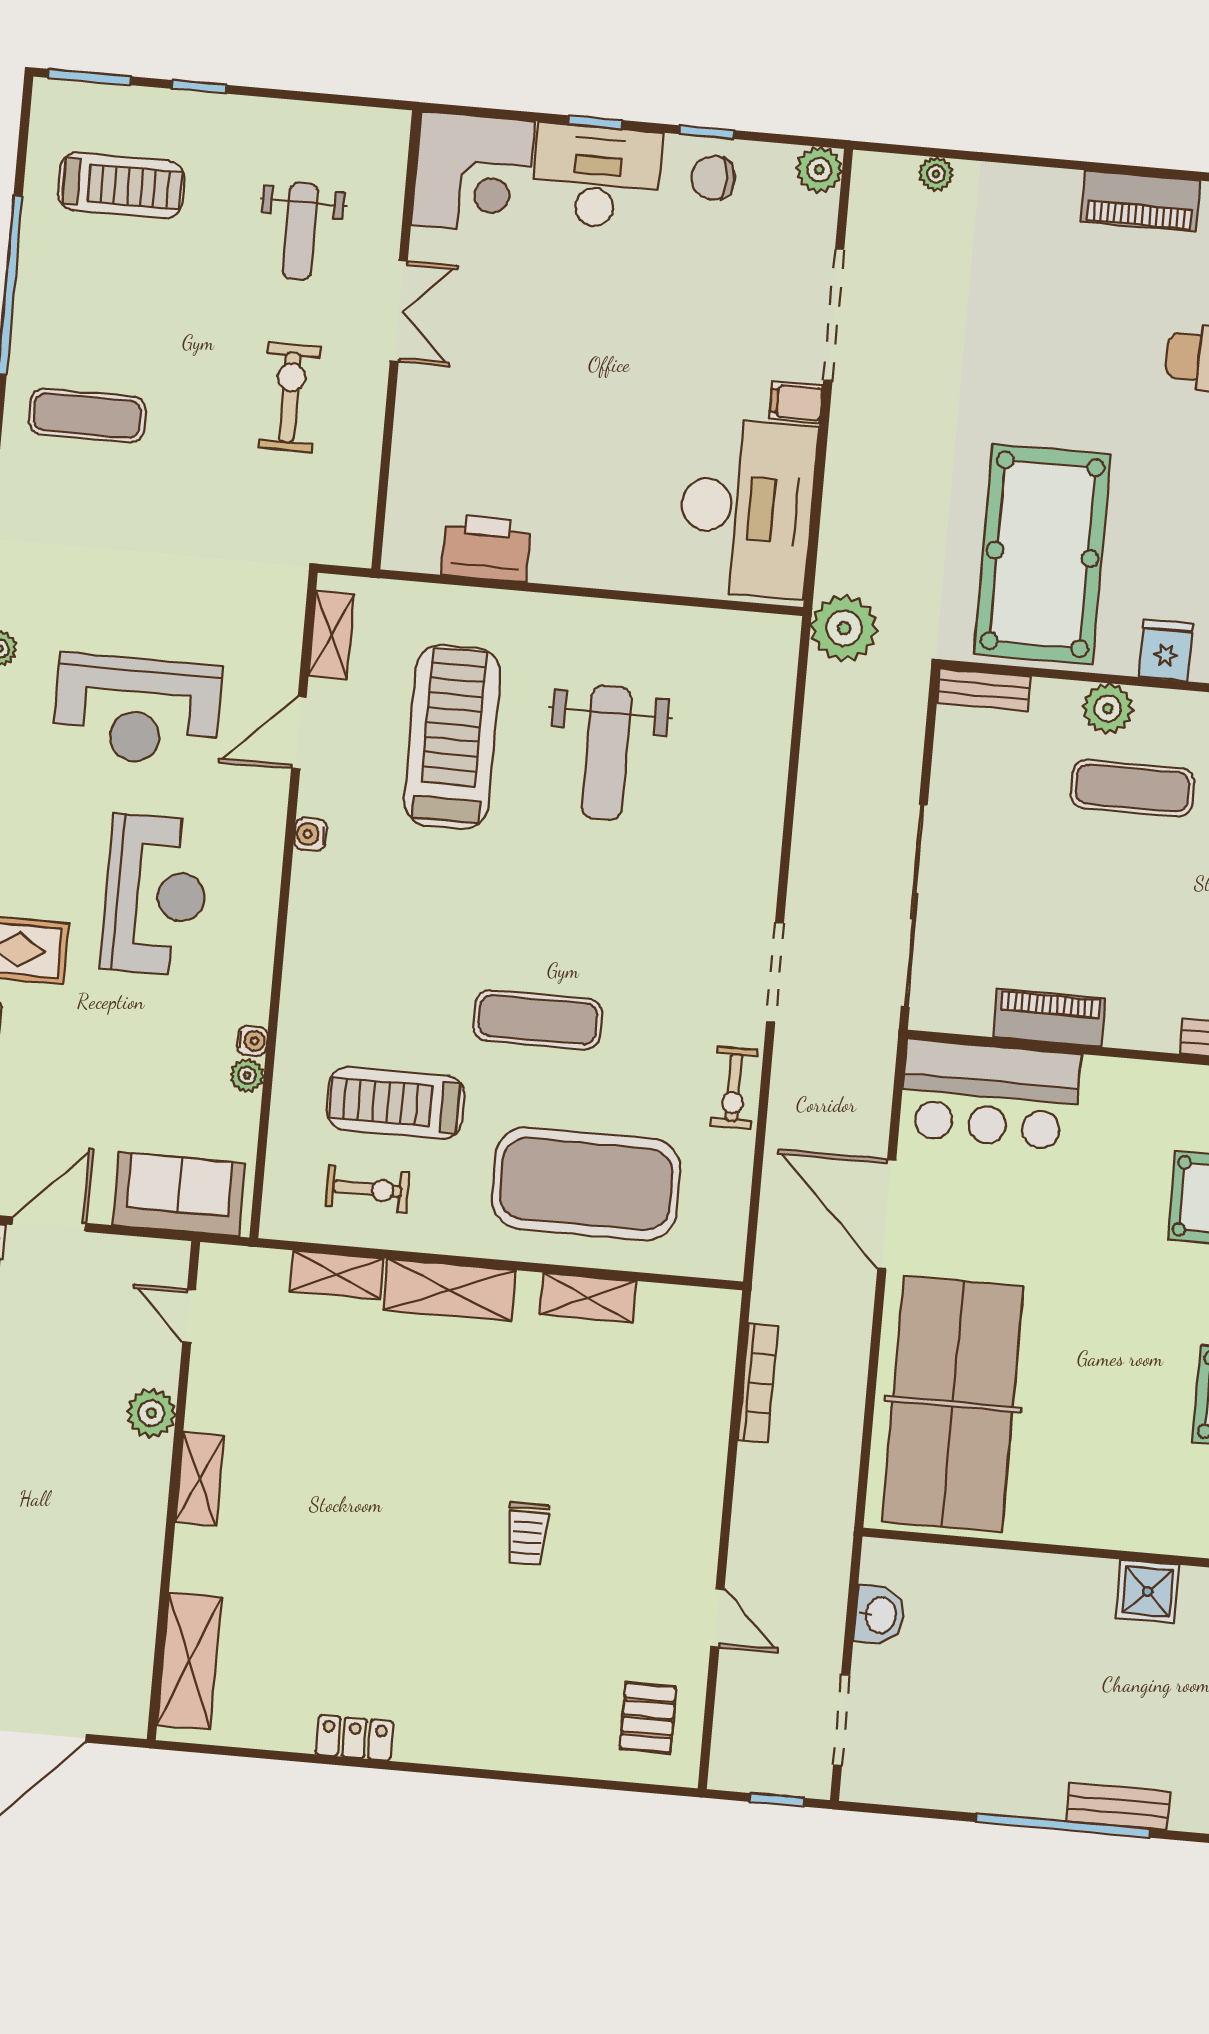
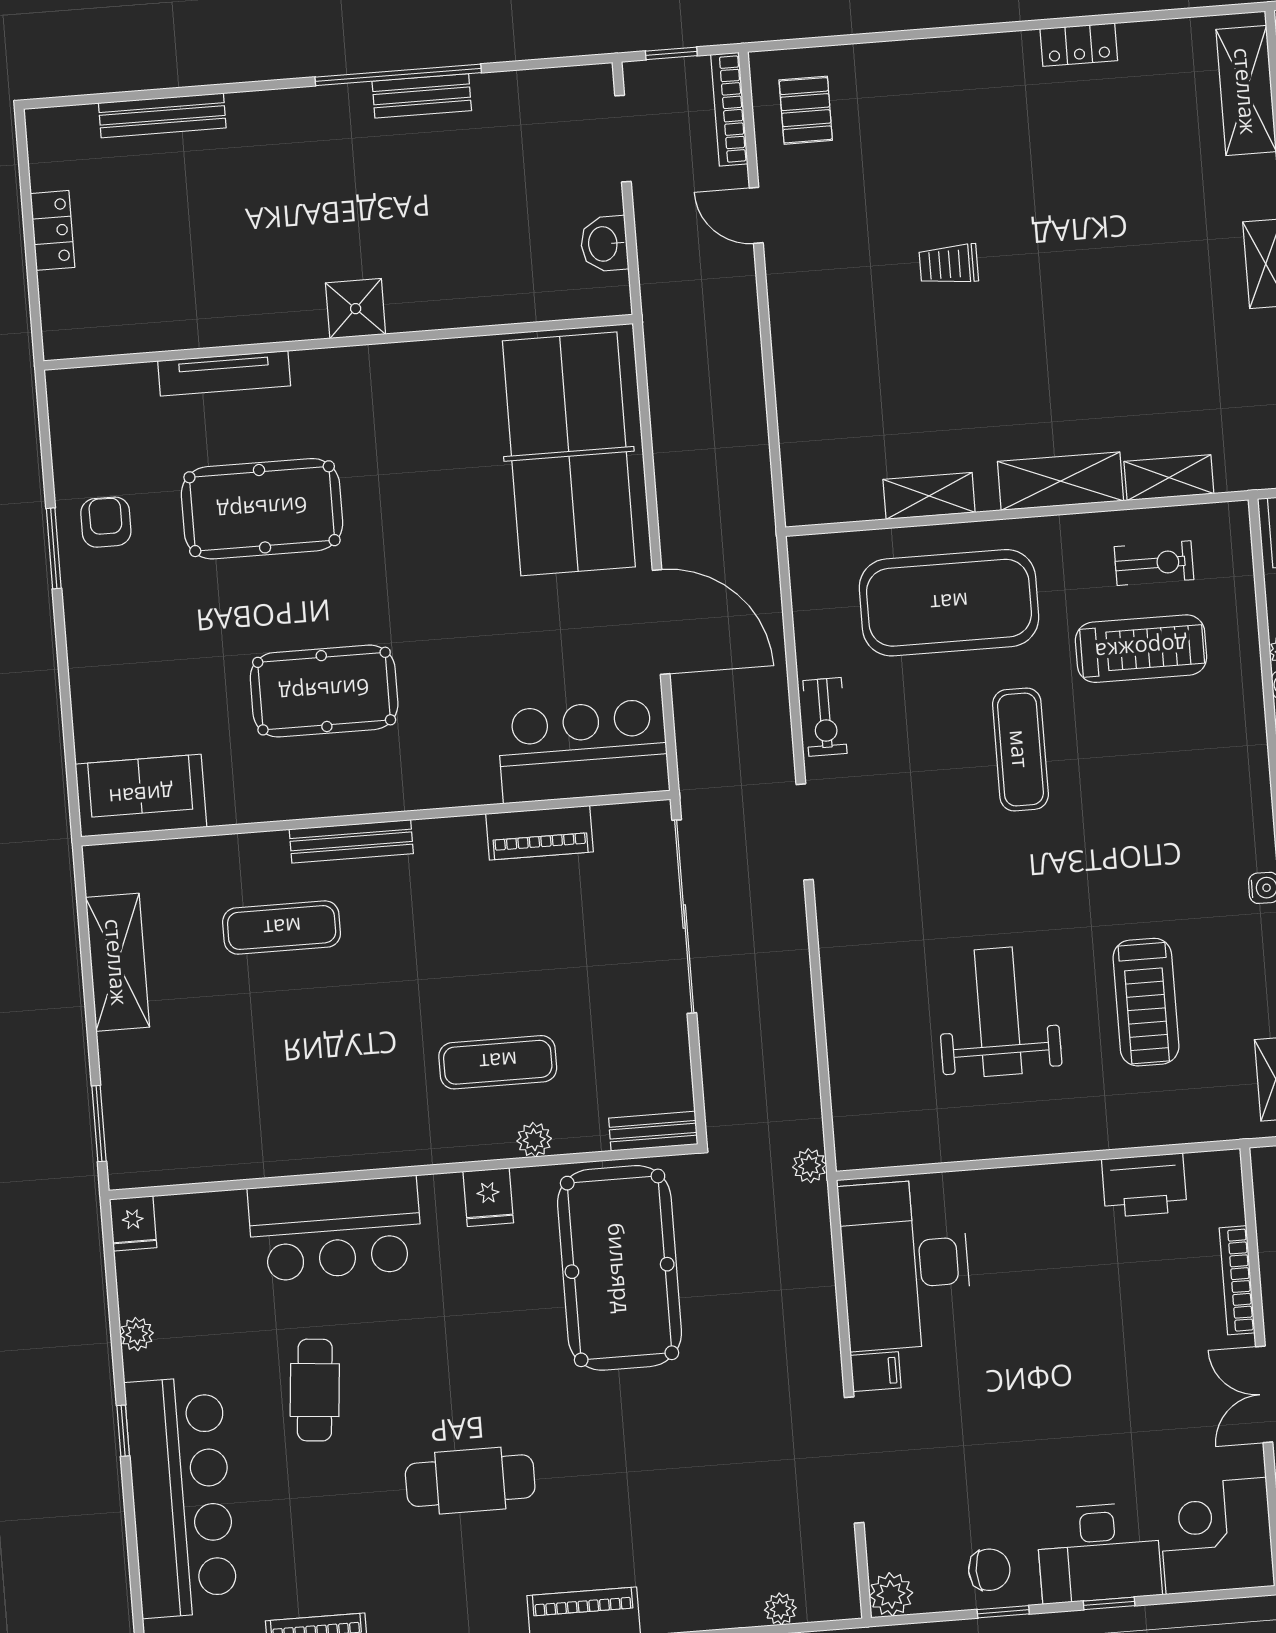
bookcase: (407, 434) -> (1237, 1280), added
plant: (844, 628) -> (810, 1166), width x0.53, depth x0.53
plant: (1108, 709) -> (534, 1140), width x0.73, depth x0.73
treadmill: (452, 737) -> (1146, 1002), width x0.73, depth x0.73
exercise mat: (538, 1020) -> (1020, 749), turned 90
exercise bike: (734, 1088) -> (825, 717), turned 180
exercise bike: (367, 1189) -> (1154, 563), turned 180
bookcase: (758, 1383) -> (729, 109), moved
trolley: (527, 1534) -> (949, 264), turned -90
bench: (1118, 1806) -> (422, 96), moved

